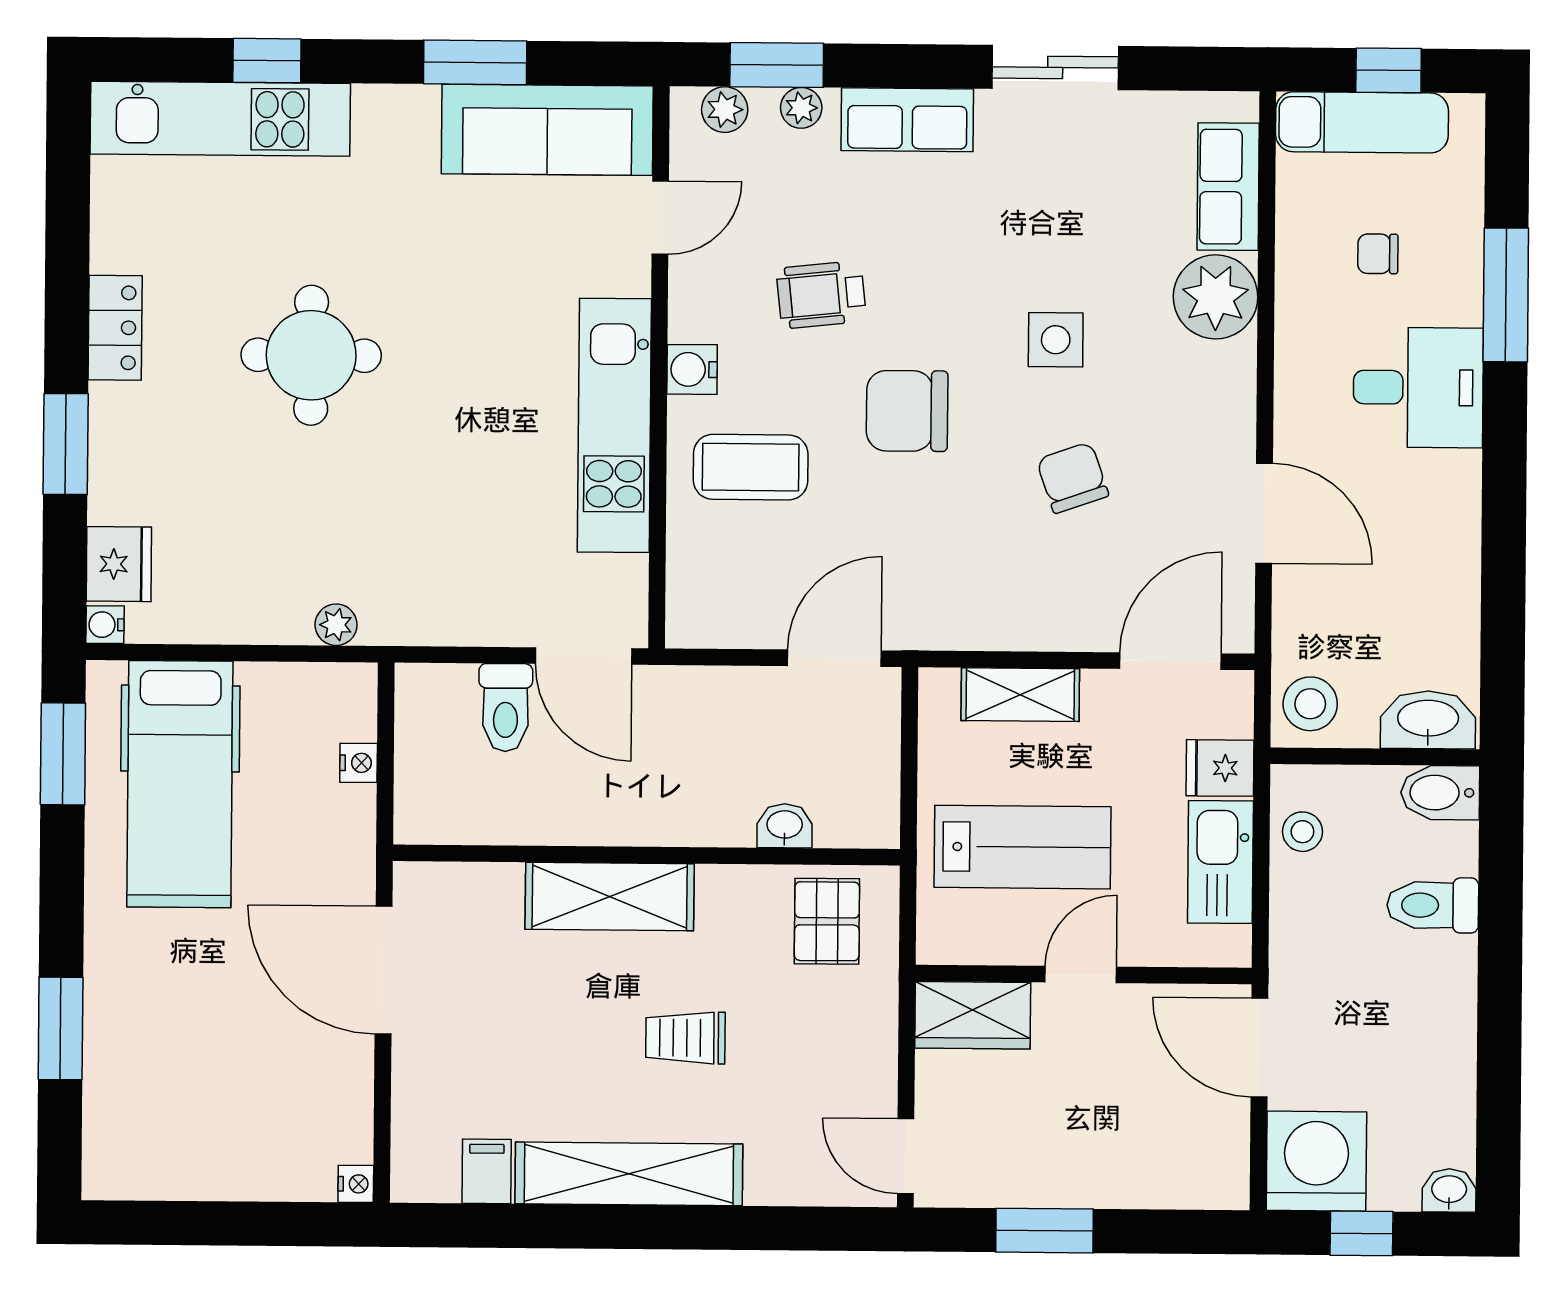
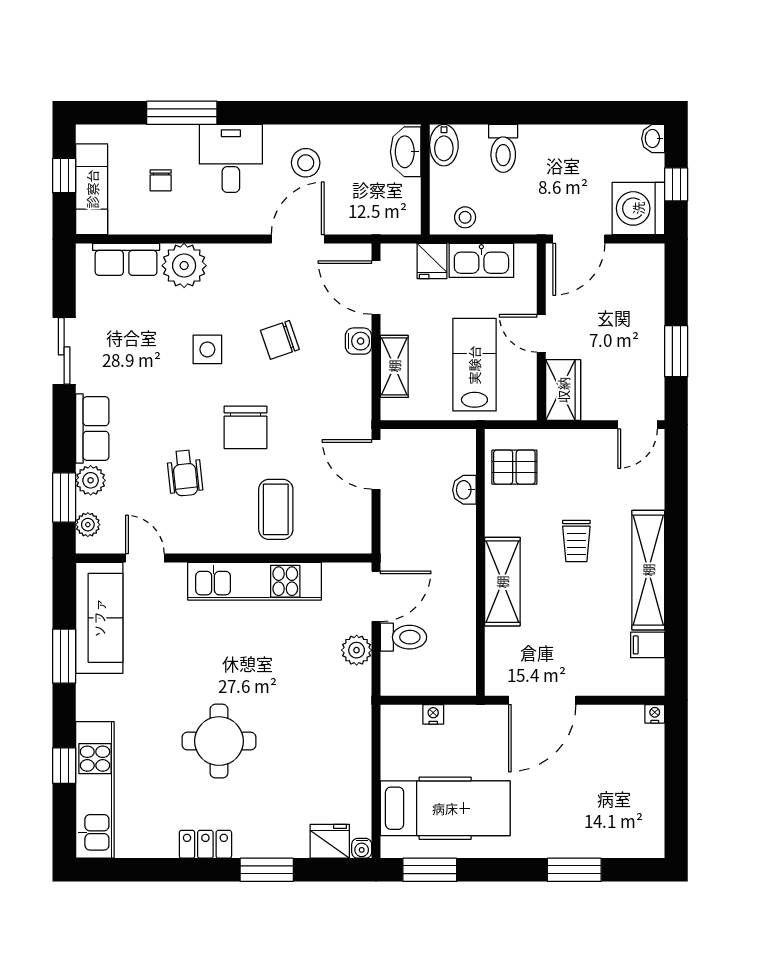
plant: (801, 108) -> (91, 480), width x1.38, depth x1.38
water cooler: (692, 369) -> (358, 341), moved, turned -90
plant: (336, 625) -> (357, 650), moved, width x1.38, depth x1.38
stool: (1310, 704) -> (306, 163), moved

